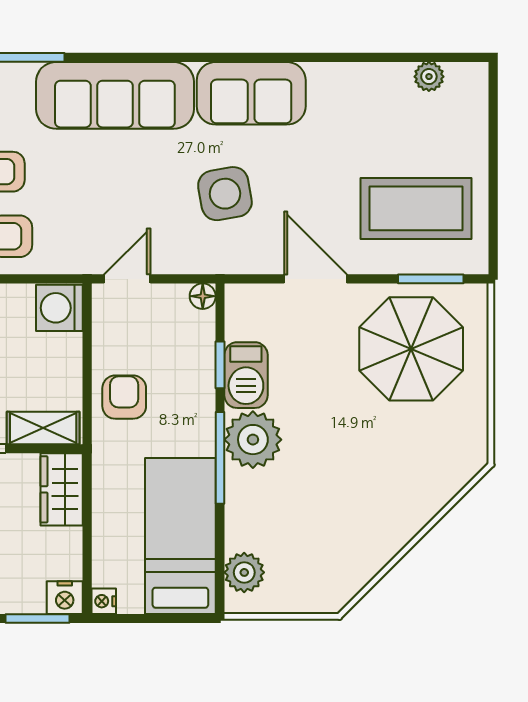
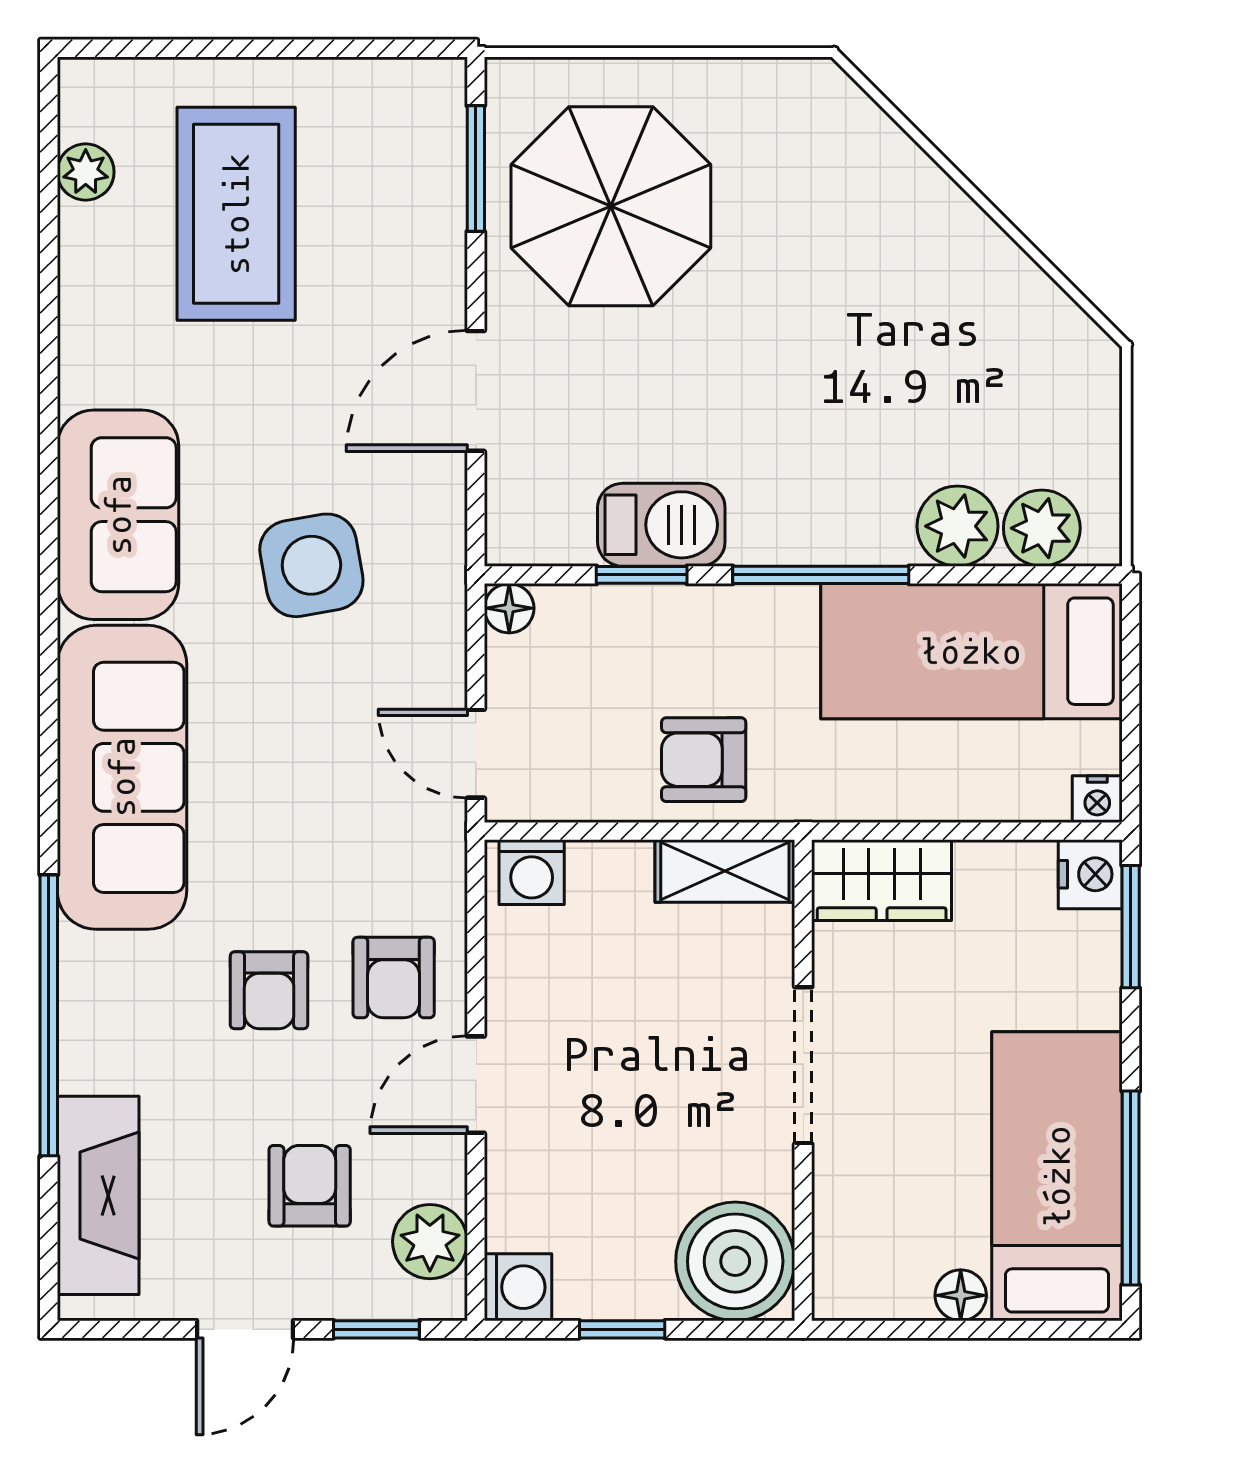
coffee table: (416, 208) -> (236, 214), moved
washing machine: (59, 308) -> (532, 872), width x0.73, depth x0.73
shelving: (43, 428) -> (725, 871), moved, turned 90
plant: (253, 440) -> (958, 526), moved, width x0.73, depth x0.73

